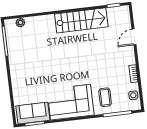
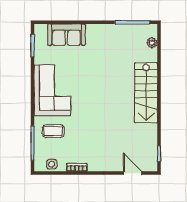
stairs: (81, 20) -> (146, 93), moved
door: (134, 37) -> (133, 173), moved
sofa: (33, 113) -> (67, 35), moved, turned 90

